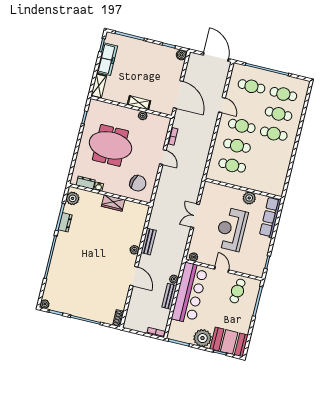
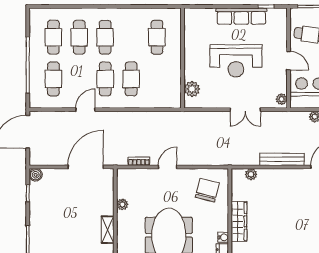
shelving: (139, 103) -> (108, 230), moved
cafe table: (232, 165) -> (157, 37), moved
plant: (249, 198) -> (192, 89), moved
wardrobe: (113, 203) -> (239, 221), width x1.50
double door: (195, 216) -> (245, 110), moved
row of seats: (270, 217) -> (241, 16), moved
bench: (149, 241) -> (282, 159), width x1.36
plant: (134, 250) -> (251, 174), moved
door: (222, 269) -> (289, 61), swing flipped

